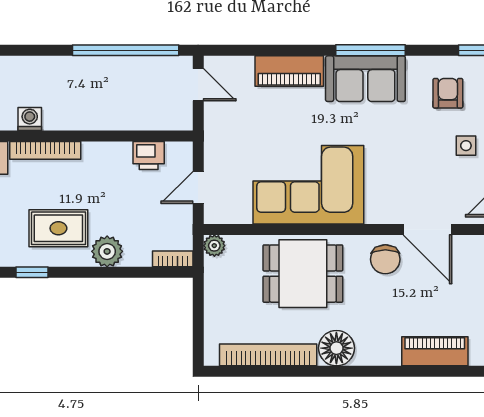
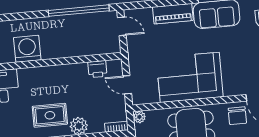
washing machine: (30, 119) -> (27, 49), width x1.89, depth x1.89
bookcase: (45, 150) -> (38, 72), removed
door: (198, 188) -> (127, 85), hinge flipped

